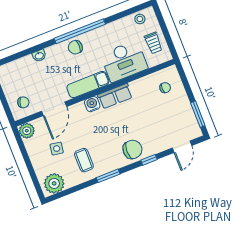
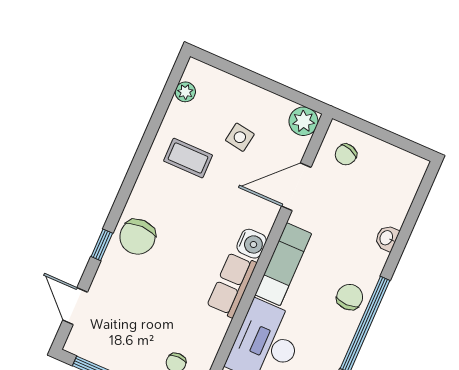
door: (54, 109) -> (296, 187), hinge flipped
window: (108, 176) -> (135, 169), removed
plant: (54, 183) -> (185, 92), width x0.53, depth x0.53

